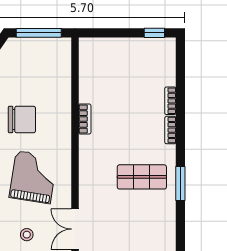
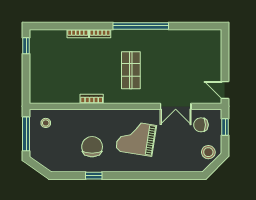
shop shelf: (142, 177) -> (131, 70), moved
window: (180, 183) -> (141, 26), width x2.11
stool: (27, 235) -> (46, 123), moved

